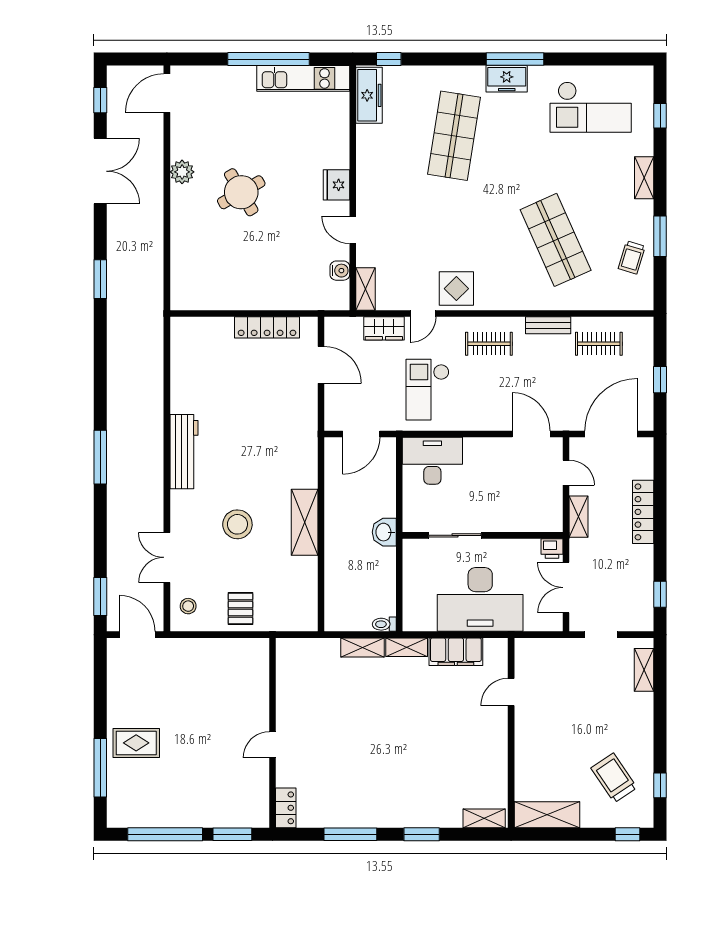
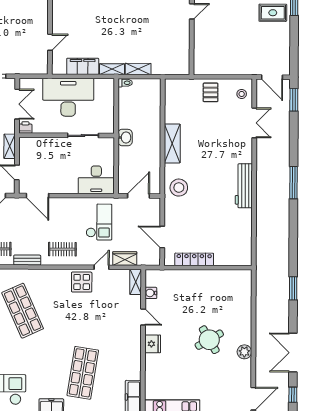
stool: (237, 524) -> (179, 188), moved

